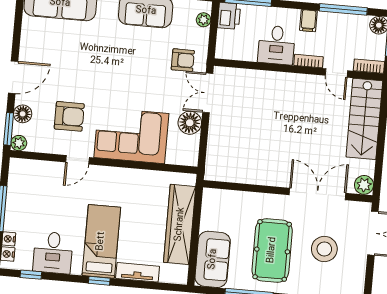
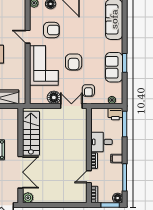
armchair: (130, 82) -> (74, 62), added
armchair: (69, 116) -> (51, 30), turned -90
stairs: (364, 119) -> (31, 133), moved, turned 90

